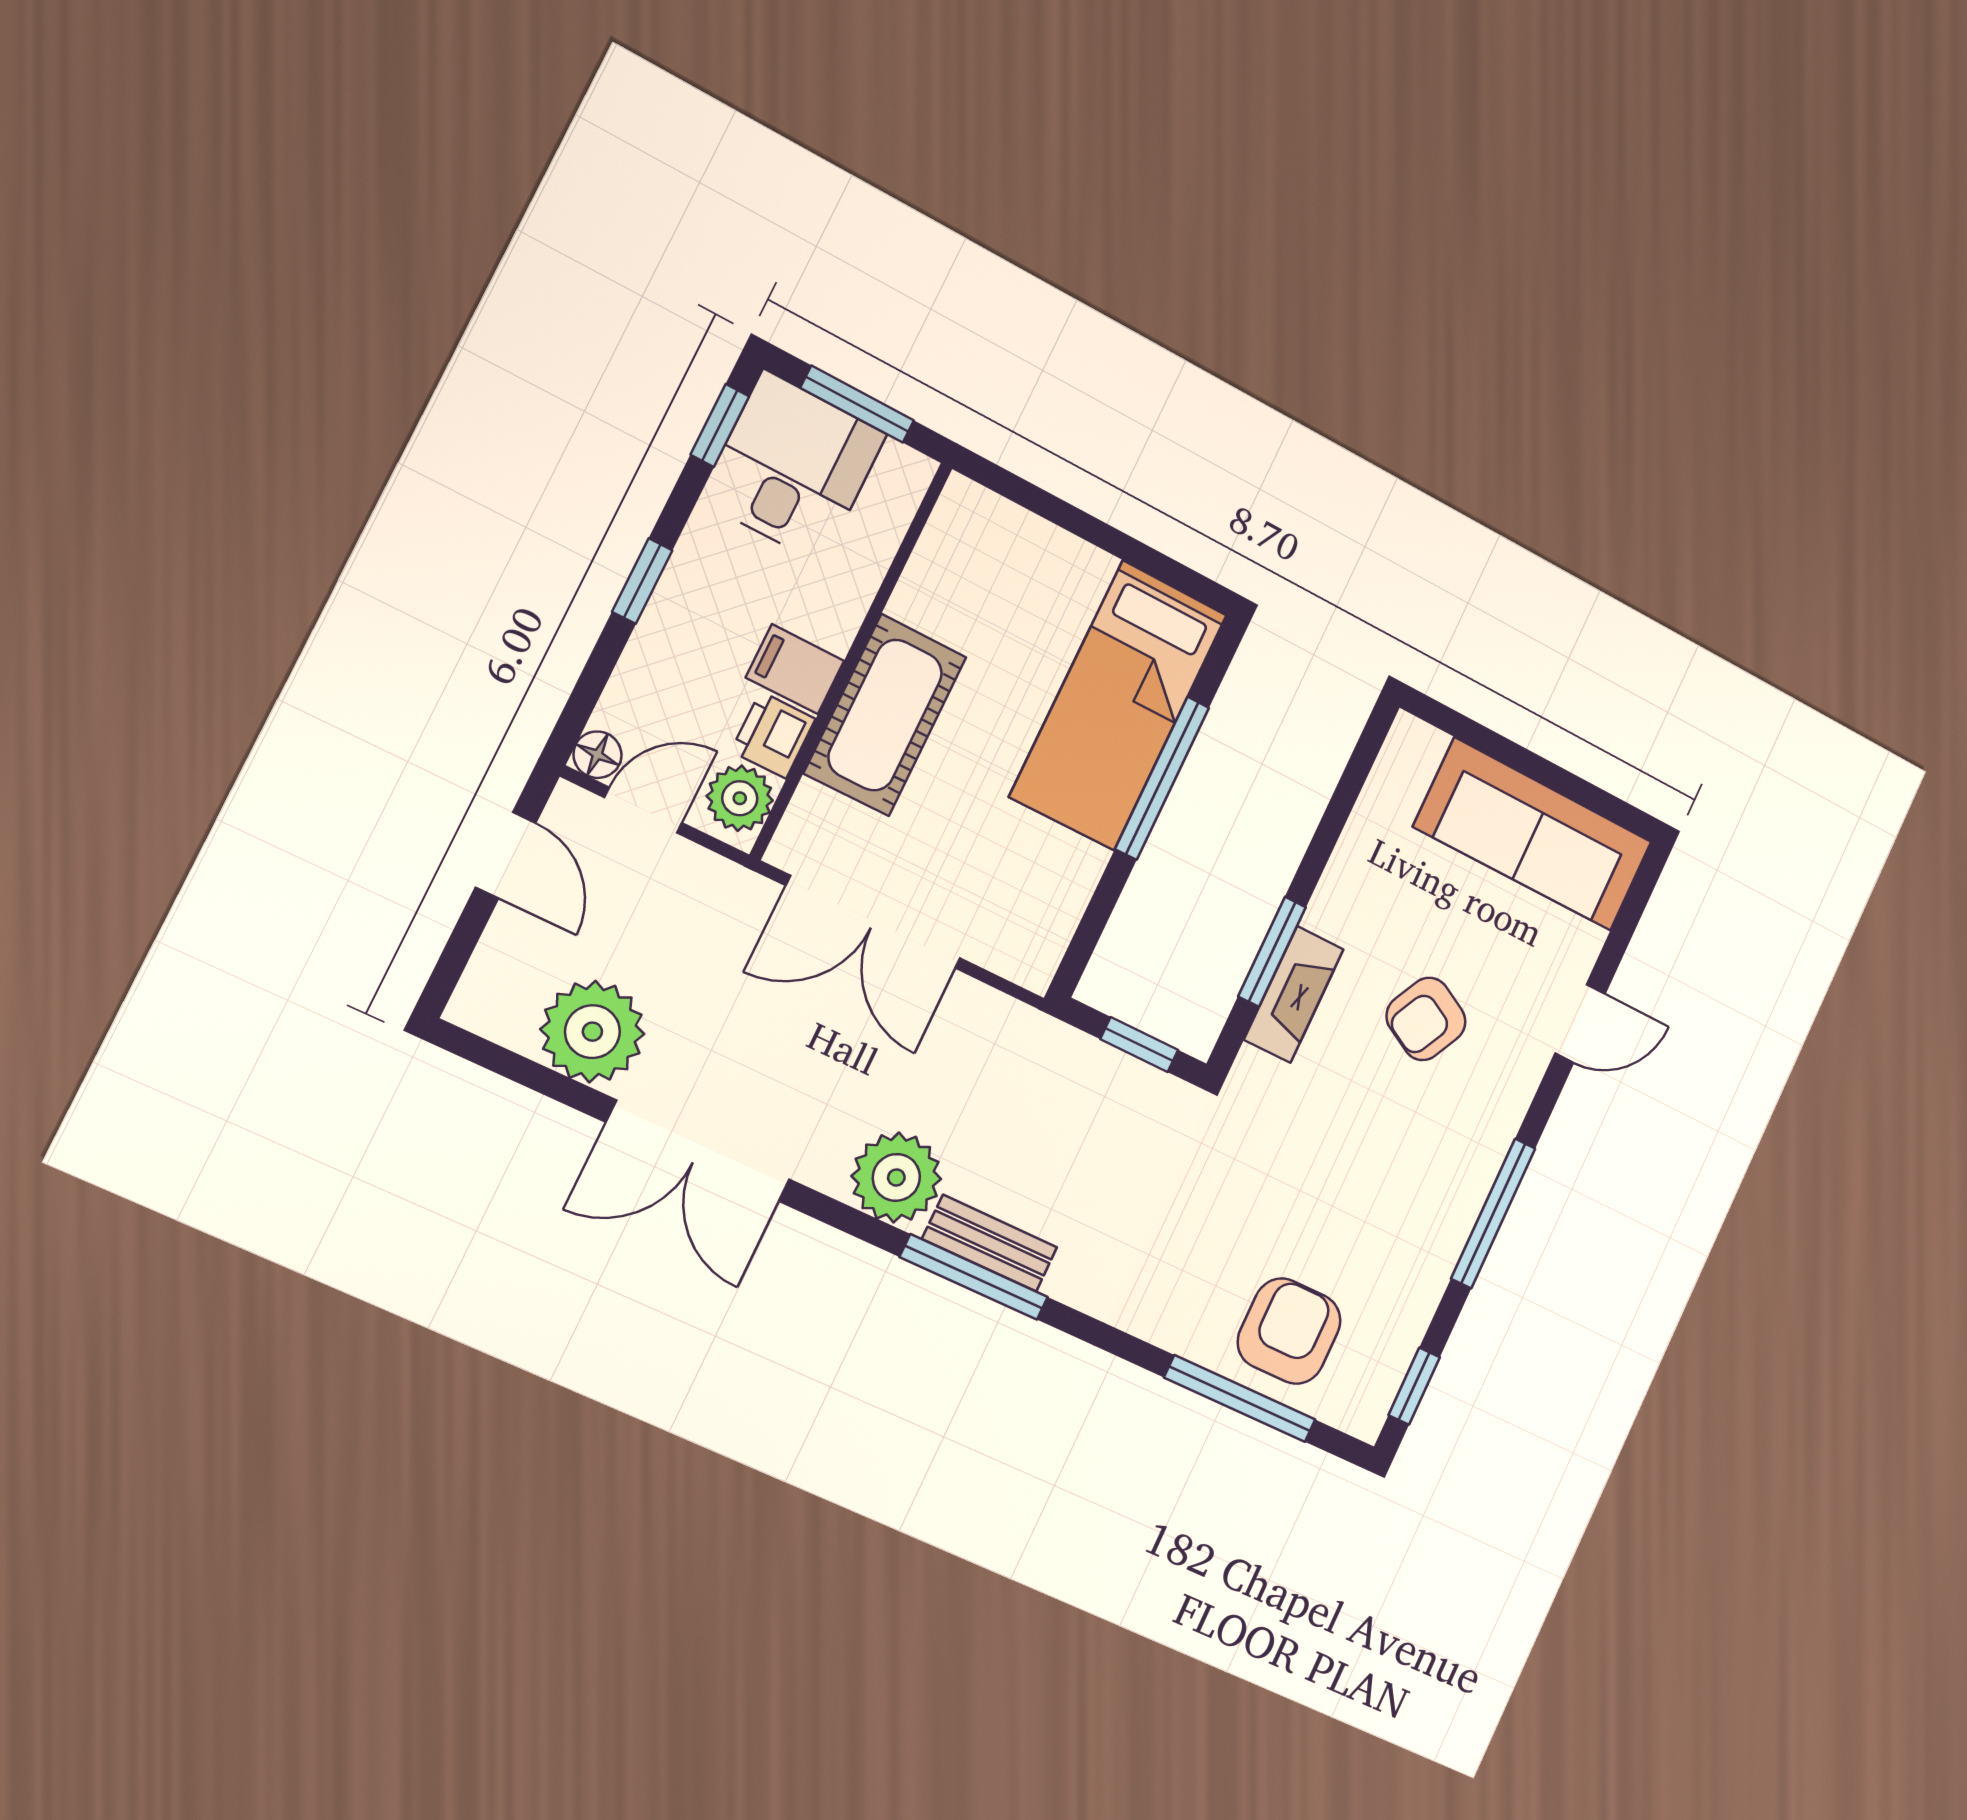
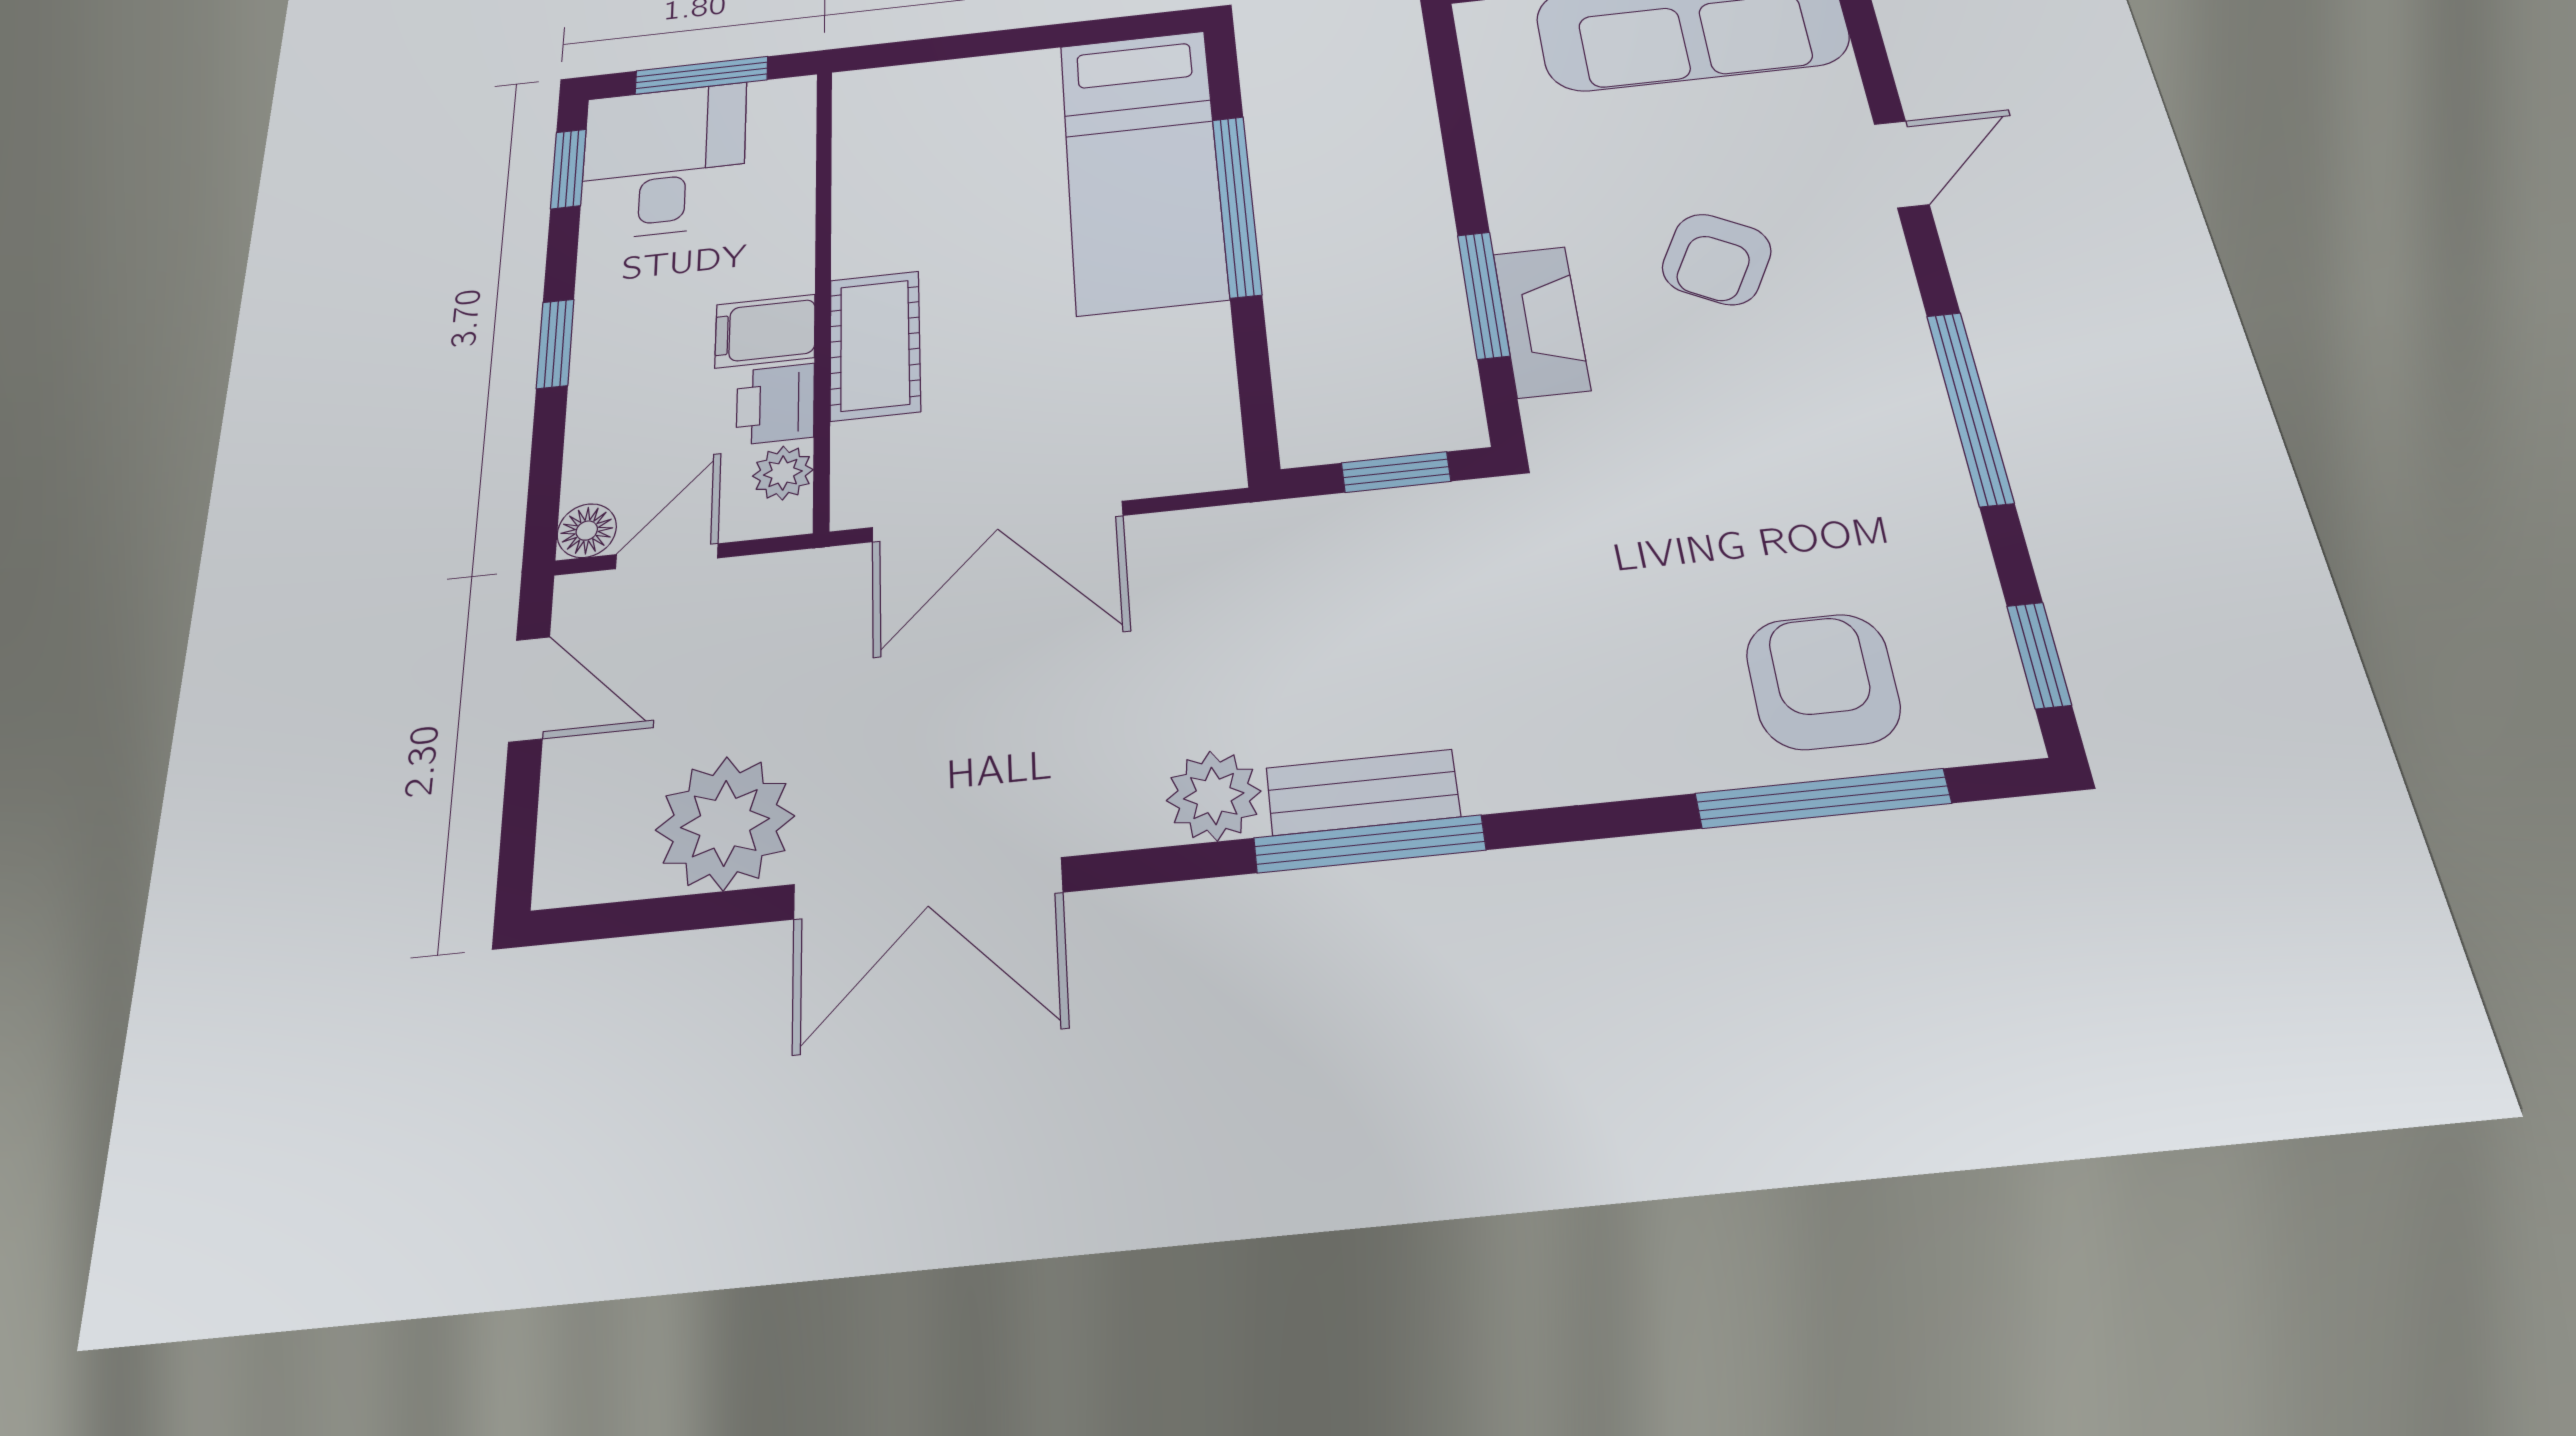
cot: (885, 715) -> (875, 345), width x0.73, depth x0.75
plant: (740, 798) -> (783, 473), width x0.73, depth x0.73
plant: (896, 1177) -> (1214, 796), width x0.73, depth x0.73

